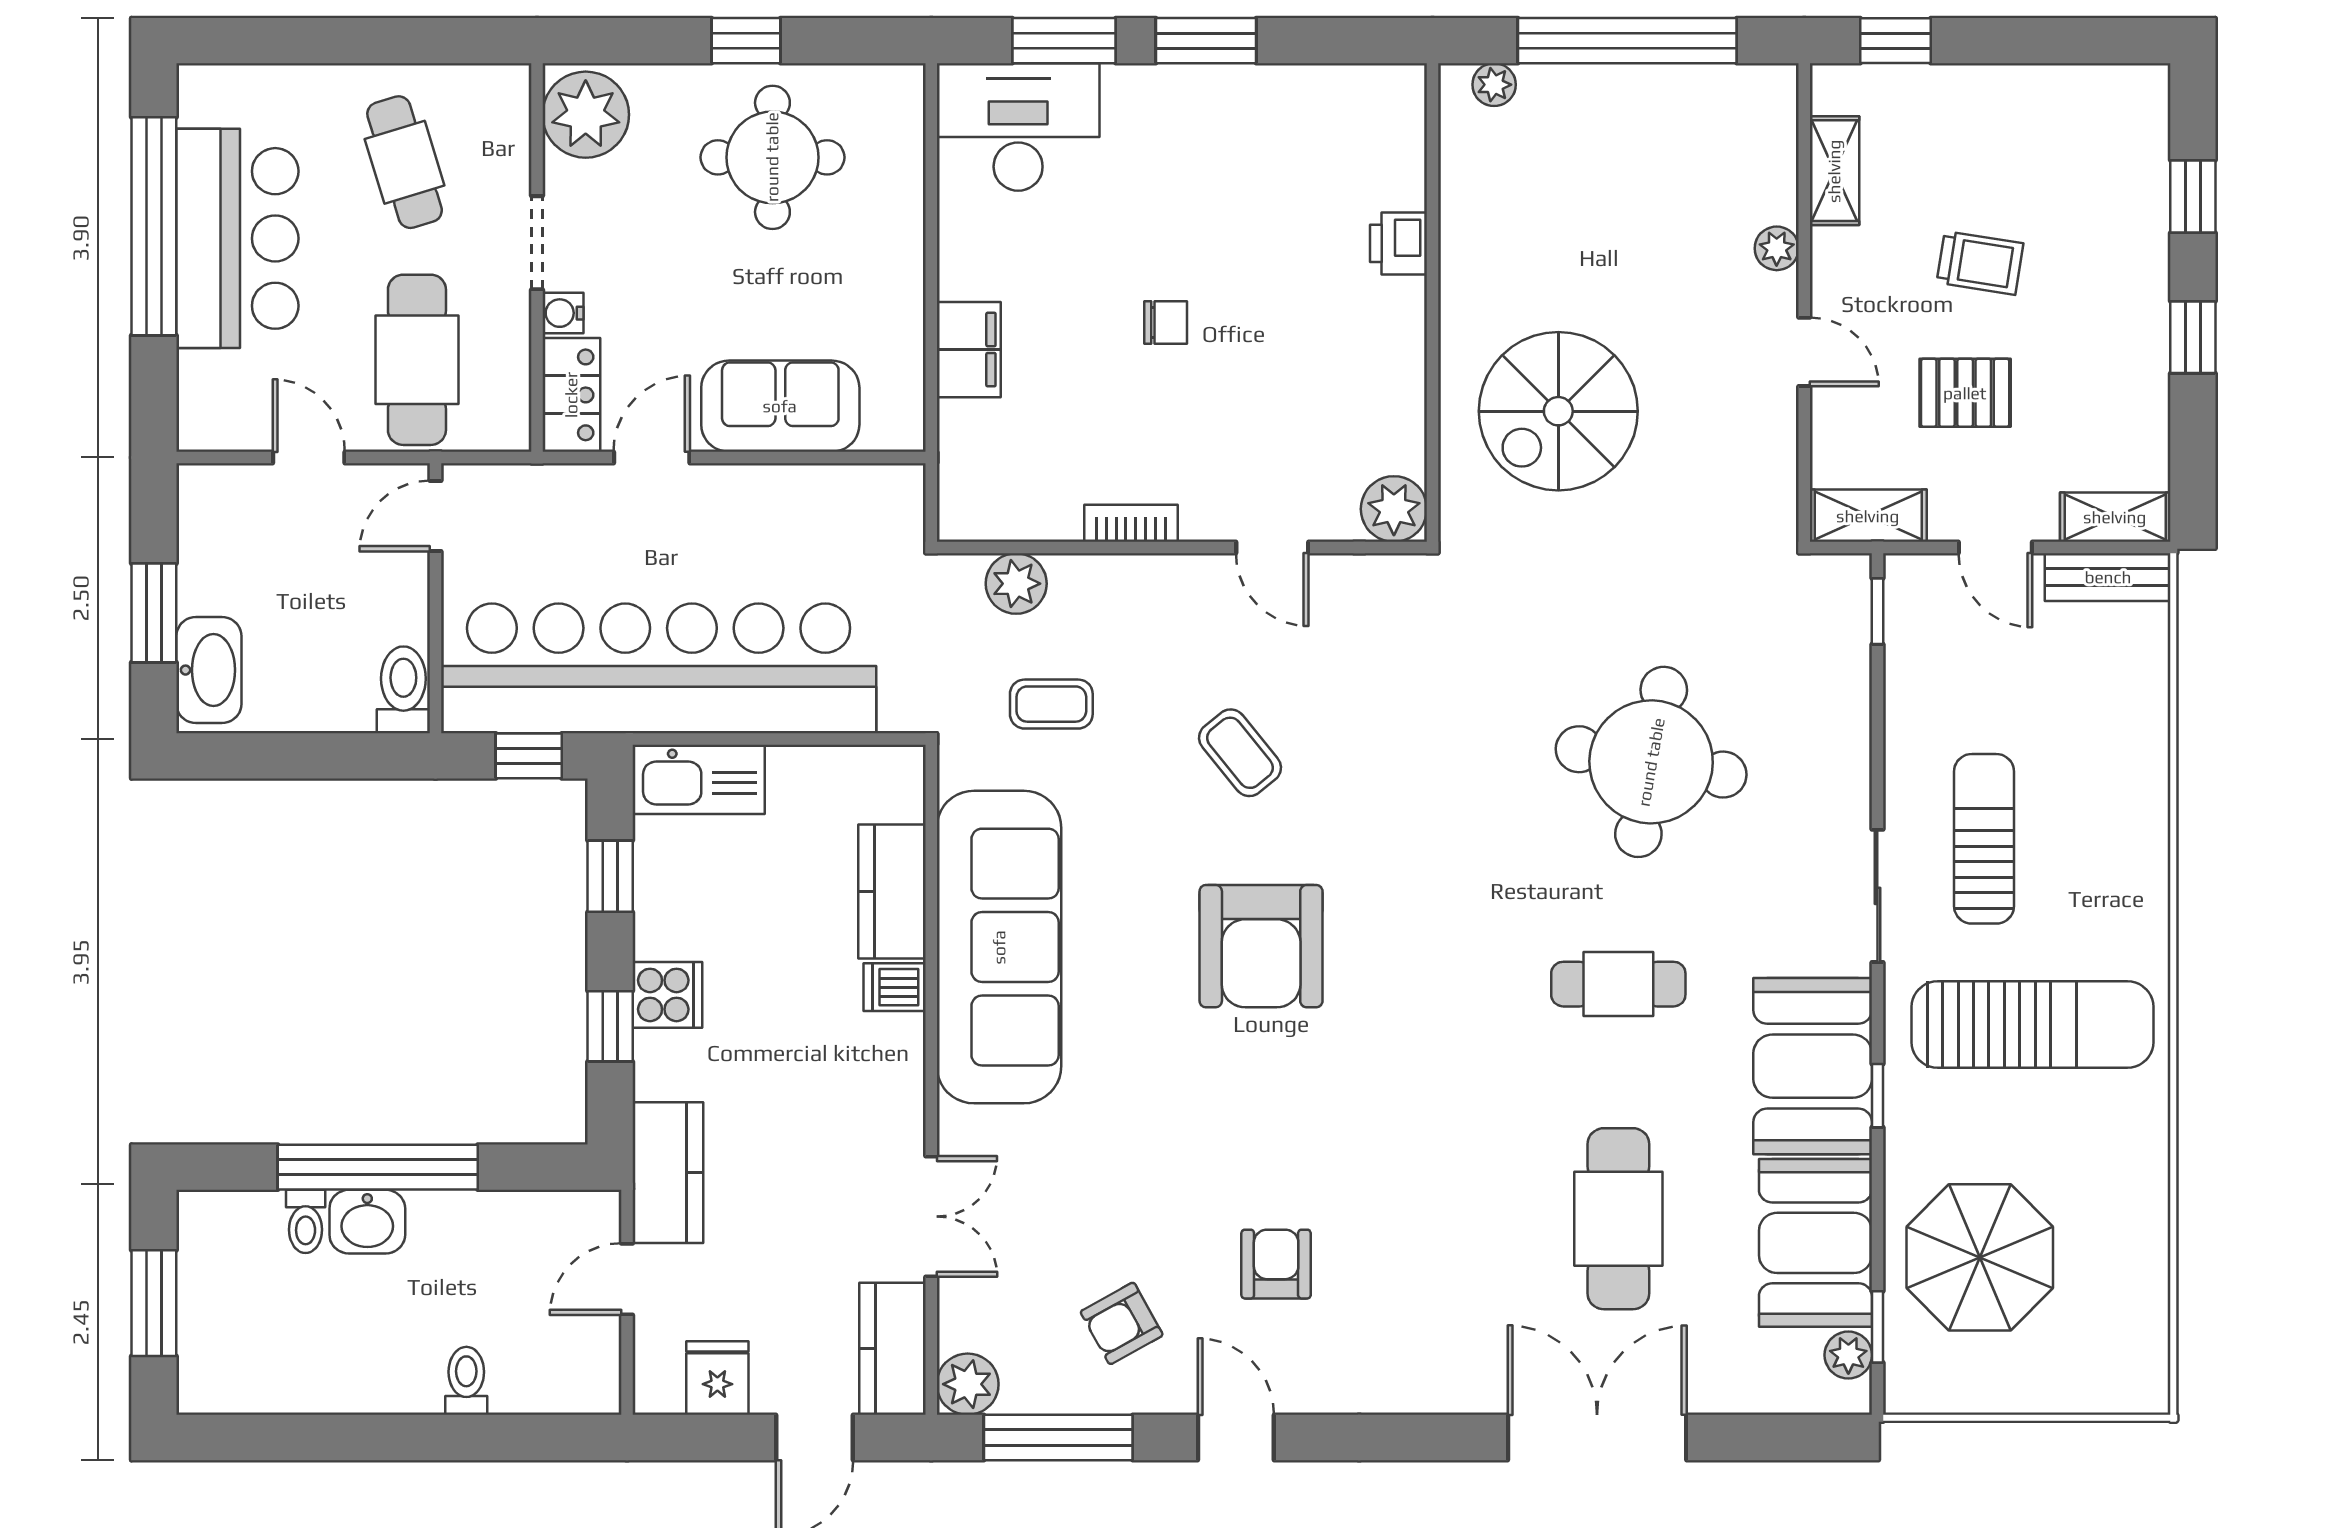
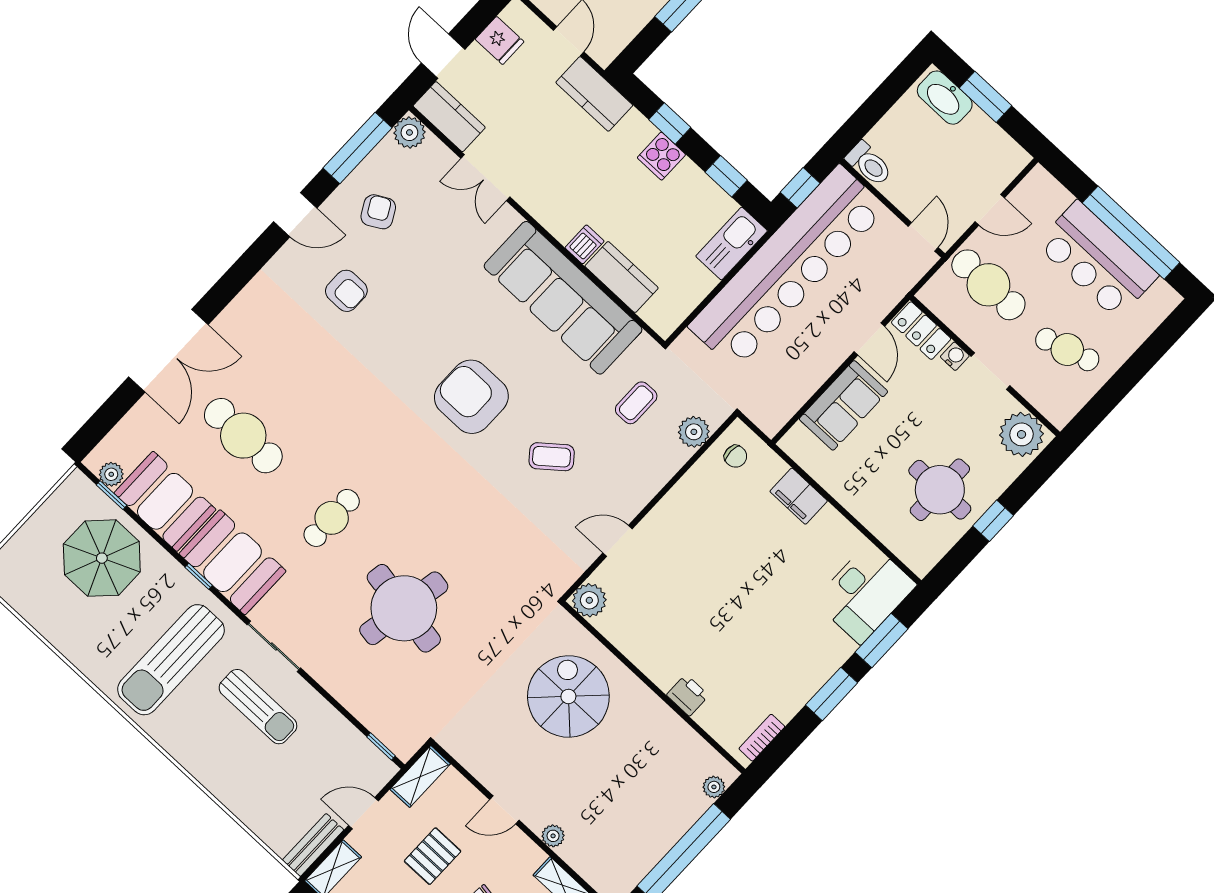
chair: (1166, 323) -> (736, 456), moved, turned -90
bookcase: (1131, 523) -> (762, 738), moved, turned 180

